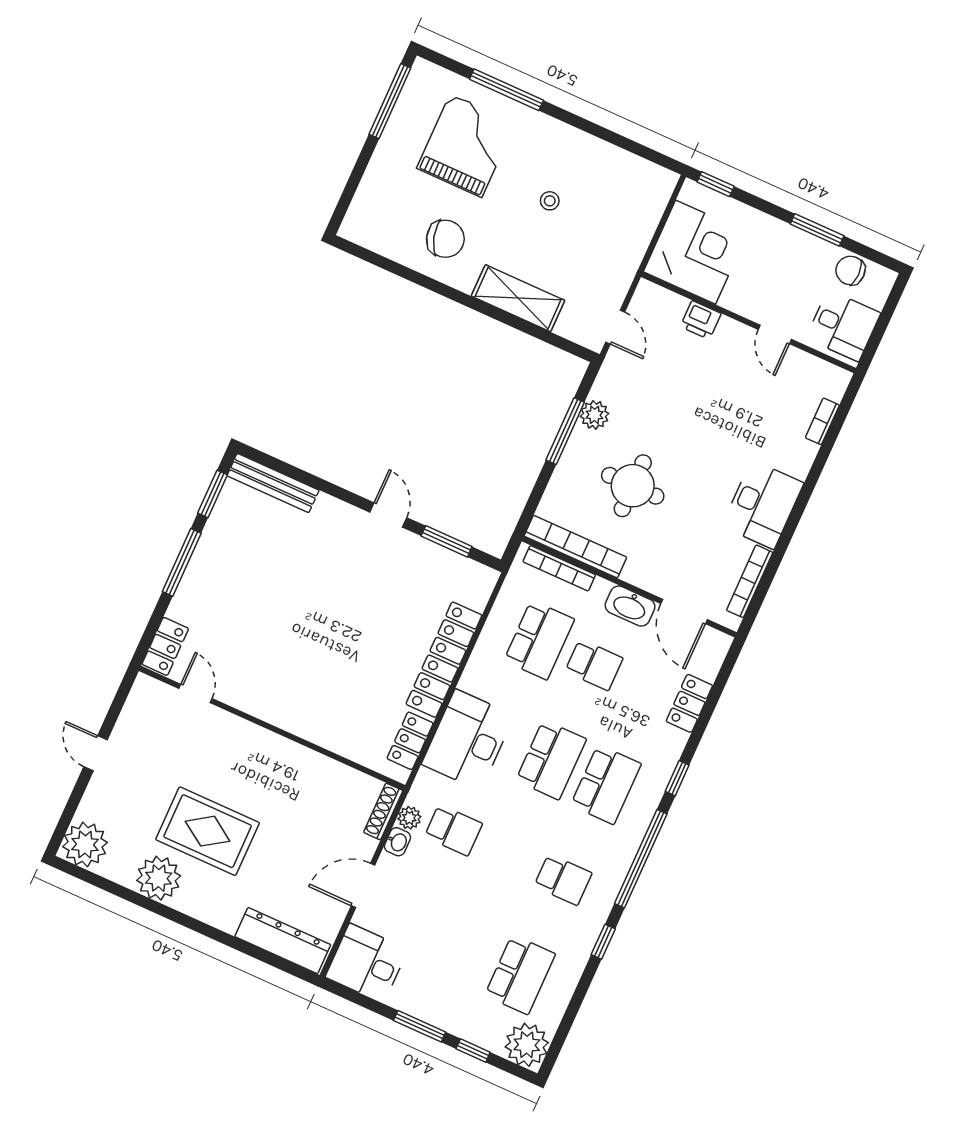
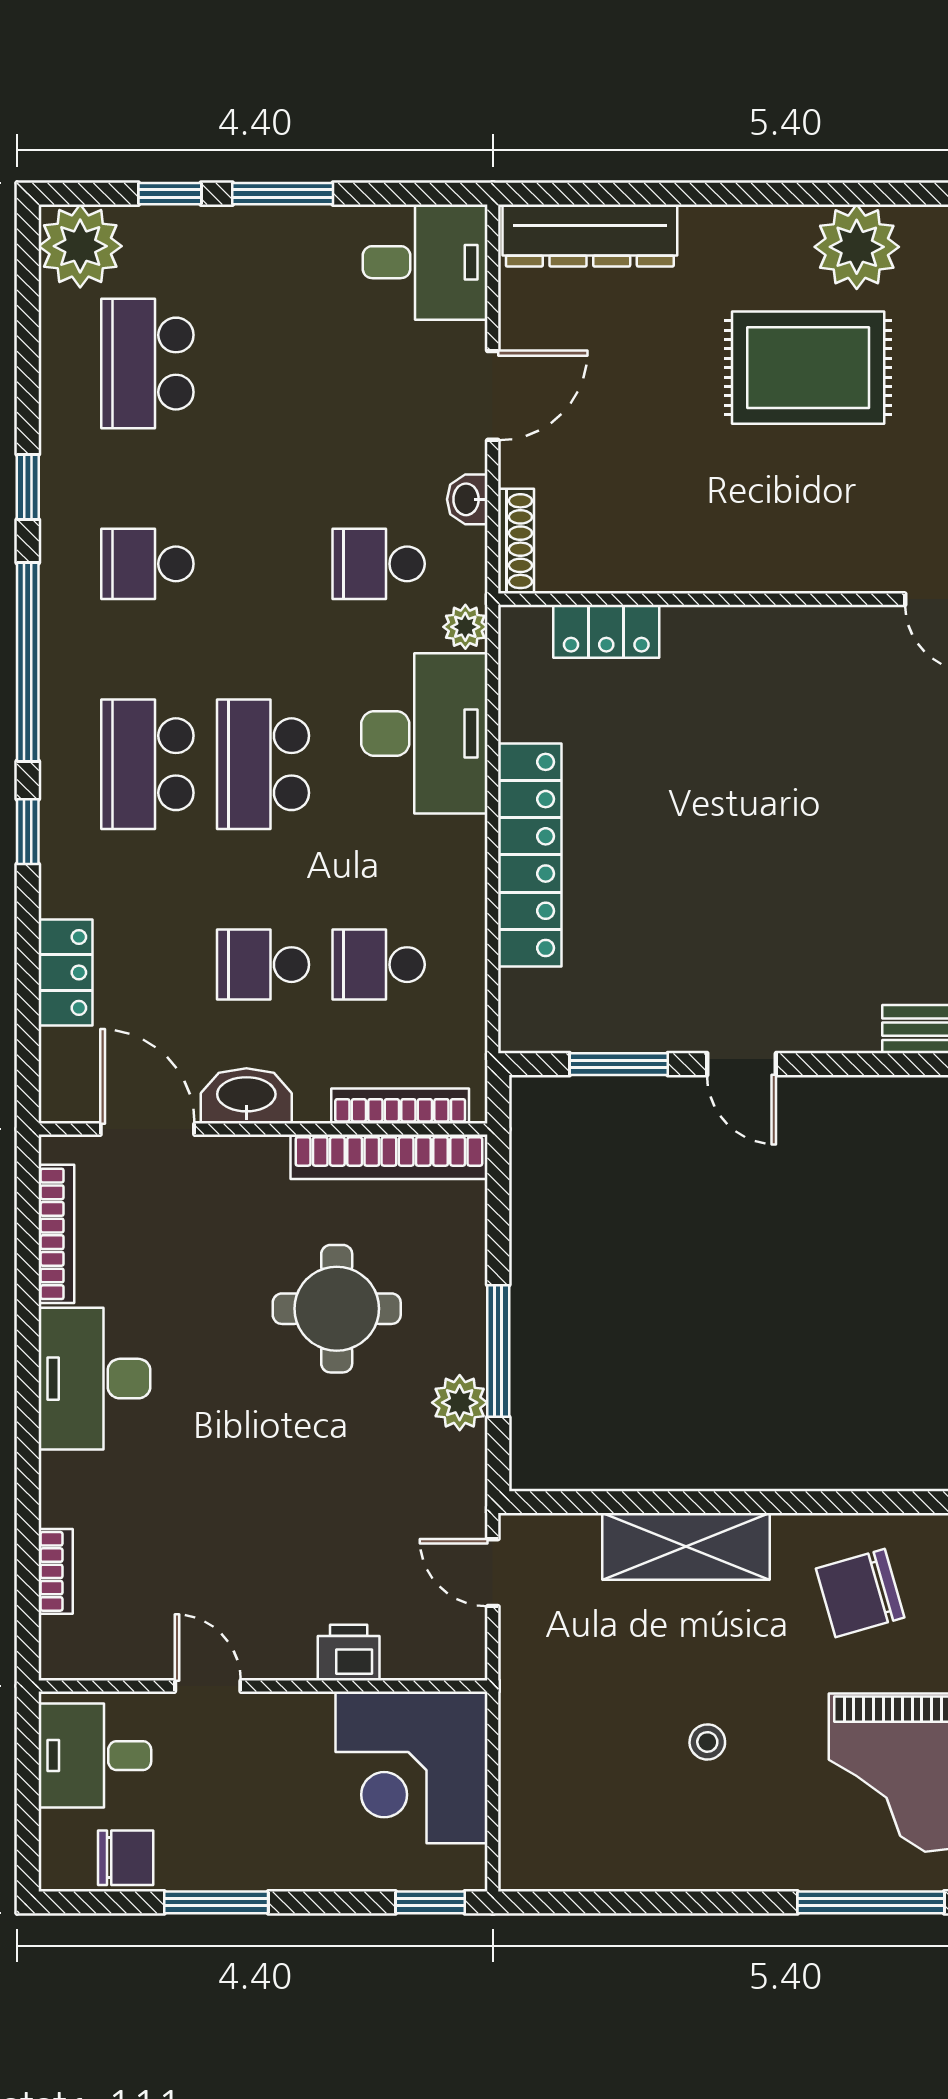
school desk: (539, 640) -> (379, 965), width x0.54
locker: (410, 741) -> (606, 631), moved, turned 90
plant: (409, 818) -> (465, 627), moved

